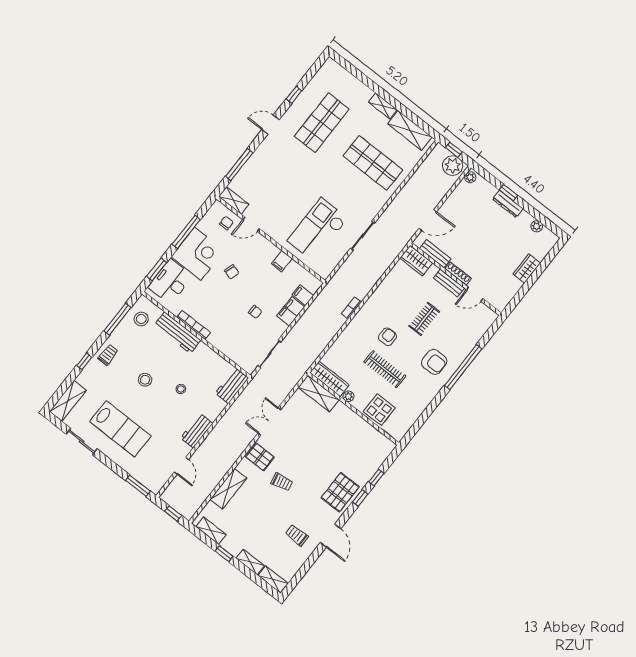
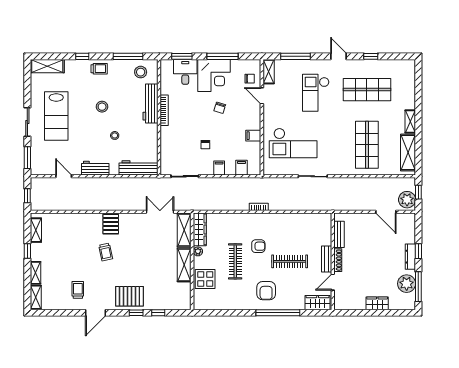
checkout: (288, 172) -> (316, 93), added
plant: (470, 177) -> (408, 218), removed
window: (541, 218) -> (418, 287), added
door: (428, 220) -> (386, 212), moved
plant: (537, 226) -> (407, 284), width x1.87, depth x1.87
checkout: (318, 230) -> (293, 143), turned 180
wardrobe: (416, 261) -> (318, 303), moved, turned 90
desk: (170, 282) -> (185, 72), width x0.73
door: (475, 294) -> (333, 282), hinge flipped
filing cabinet: (291, 311) -> (219, 168), width x0.50
clothes rail: (424, 319) -> (290, 261), width x1.36
workbench: (232, 386) -> (138, 168), width x1.38
double door: (269, 421) -> (160, 212), moved
sliding door: (82, 441) -> (27, 122), moved
door: (181, 466) -> (64, 176), swing flipped
shelving: (228, 489) -> (184, 265), moved, turned 90

